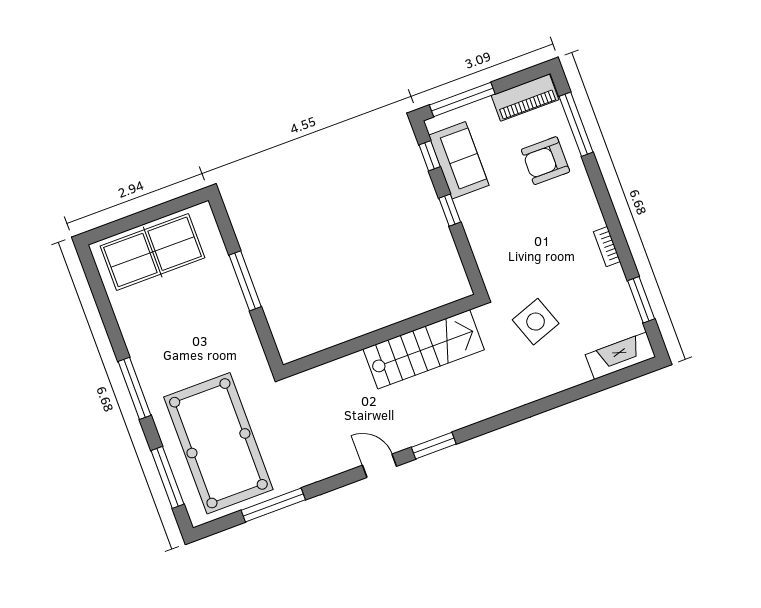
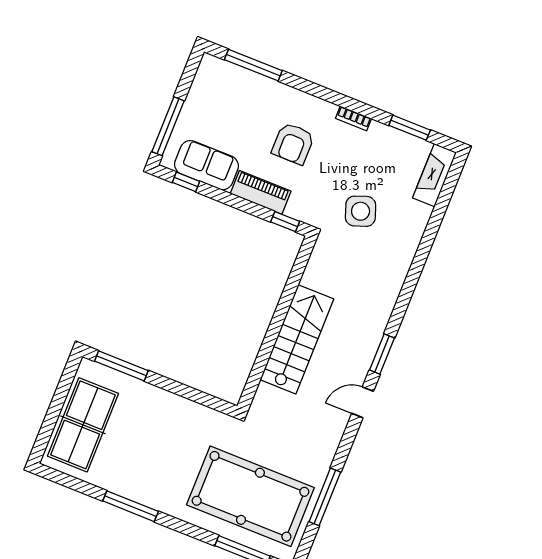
piano: (525, 98) -> (261, 192), moved, turned -90
armchair: (545, 161) -> (293, 144), moved
window: (450, 210) -> (285, 222), moved
window: (245, 281) -> (121, 366), moved
stairs: (424, 349) -> (297, 339), moved
window: (135, 388) -> (131, 506), moved

